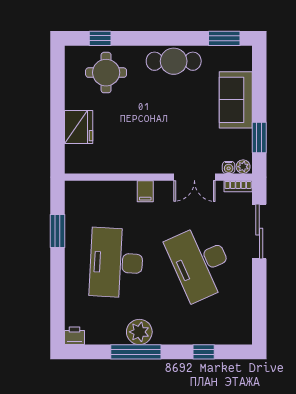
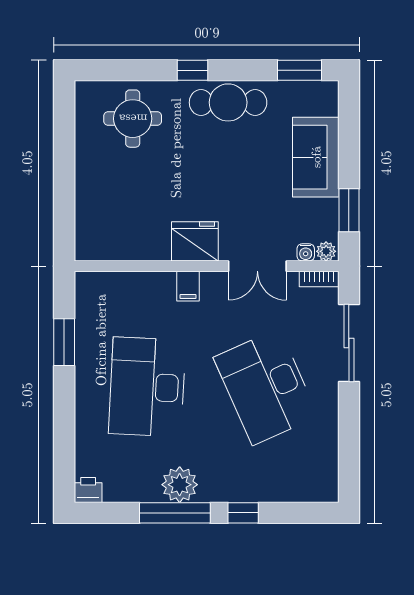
window: (100, 38) -> (192, 70), moved
fridge: (79, 127) -> (195, 241), moved, turned -90
window: (204, 352) -> (243, 513), moved

